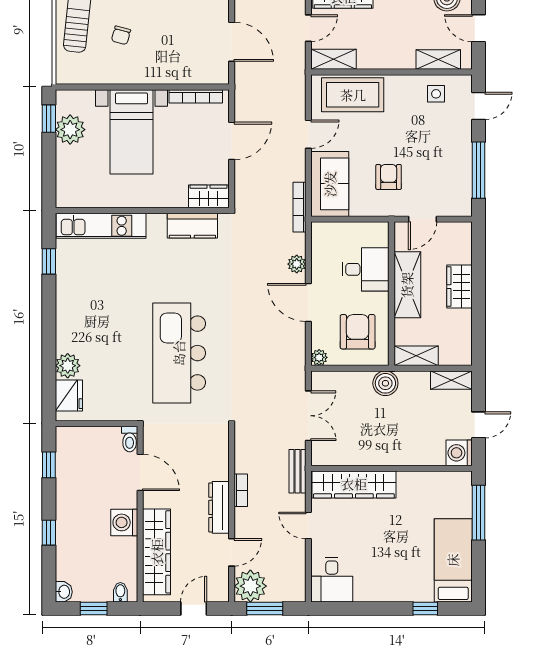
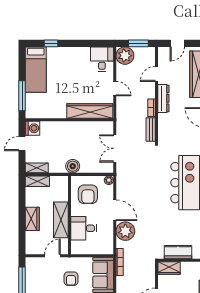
plant: (297, 264) -> (125, 231), width x1.87, depth x1.87
shelving: (416, 356) -> (37, 181), moved
bench: (297, 471) -> (151, 130), moved
plant: (250, 586) -> (125, 56), moved

